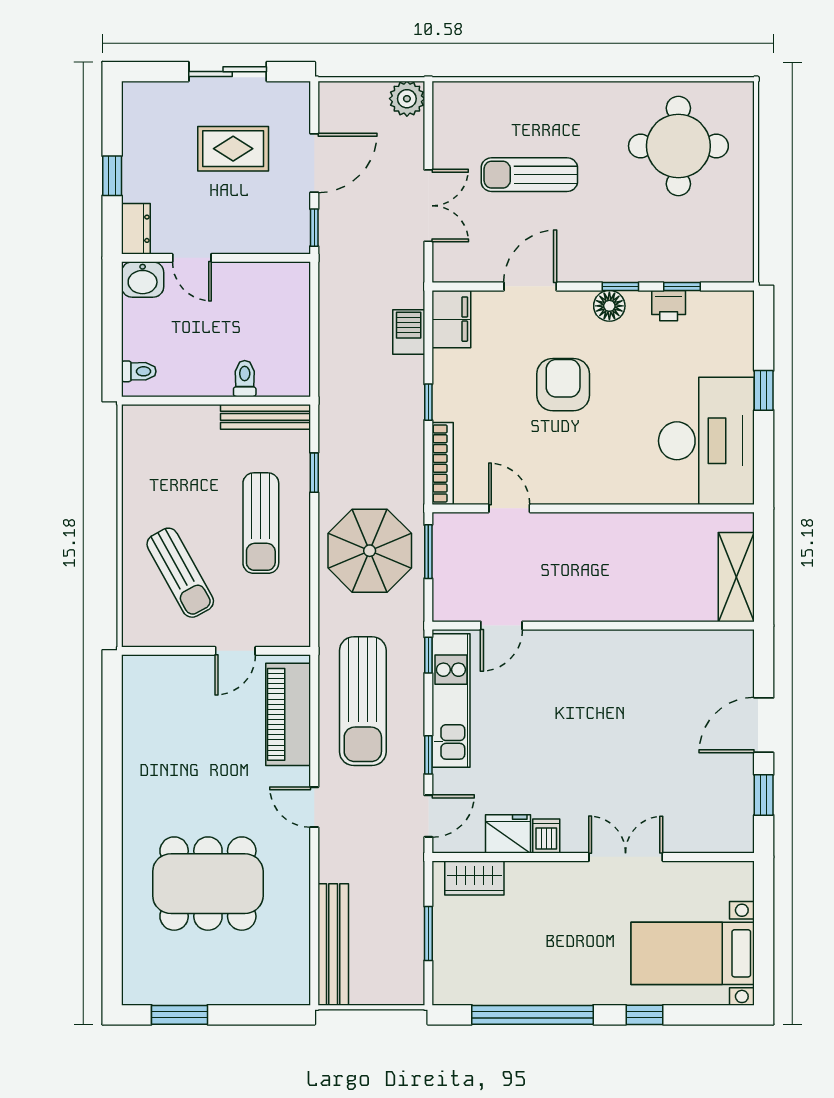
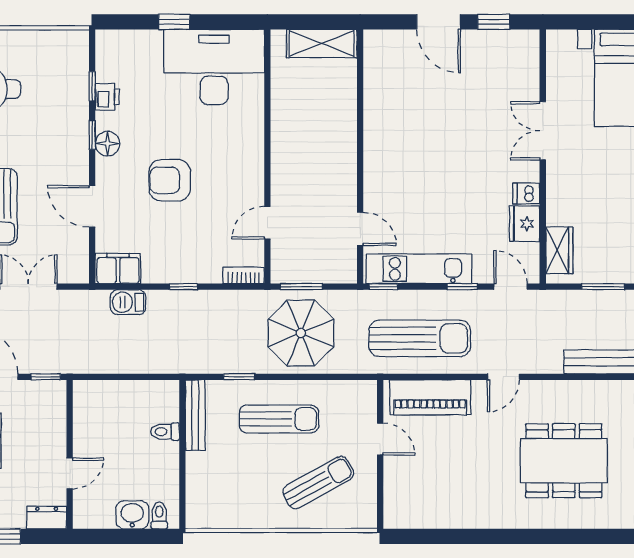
washbasin: (143, 280) -> (132, 515), moved, turned -90
bookcase: (443, 463) -> (244, 275), width x0.64
dining table: (208, 884) -> (564, 461), turned 90

